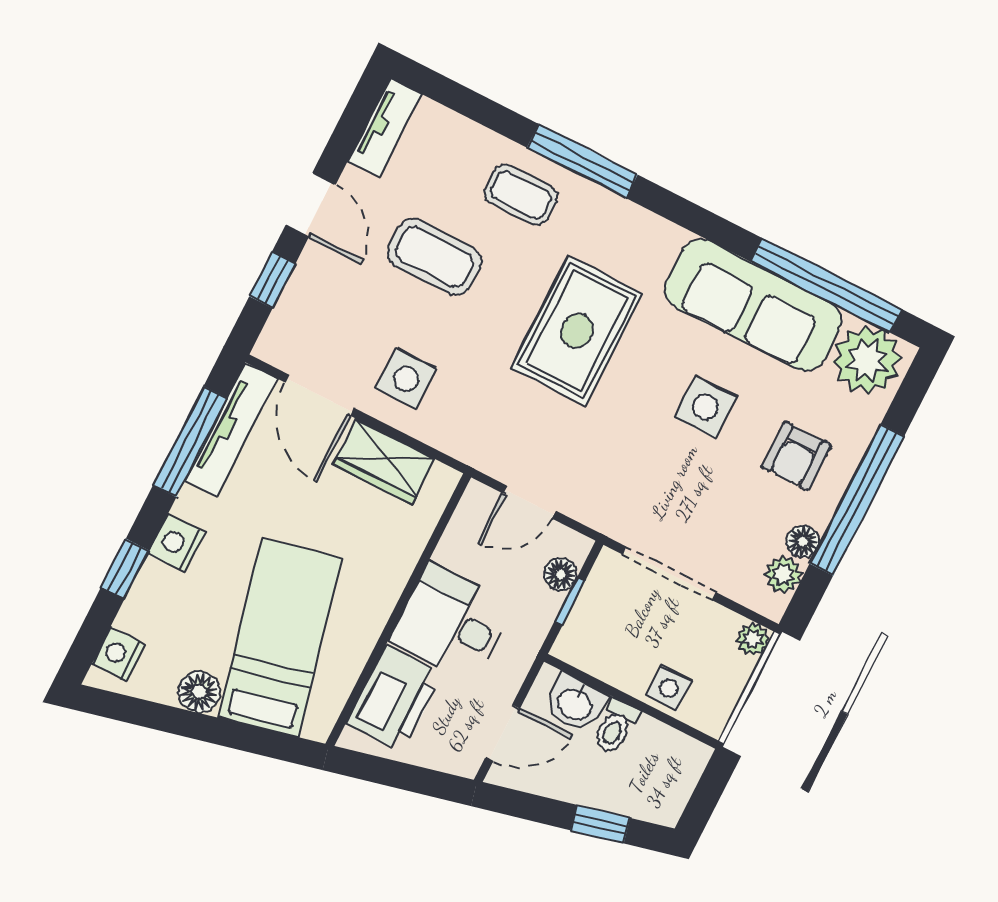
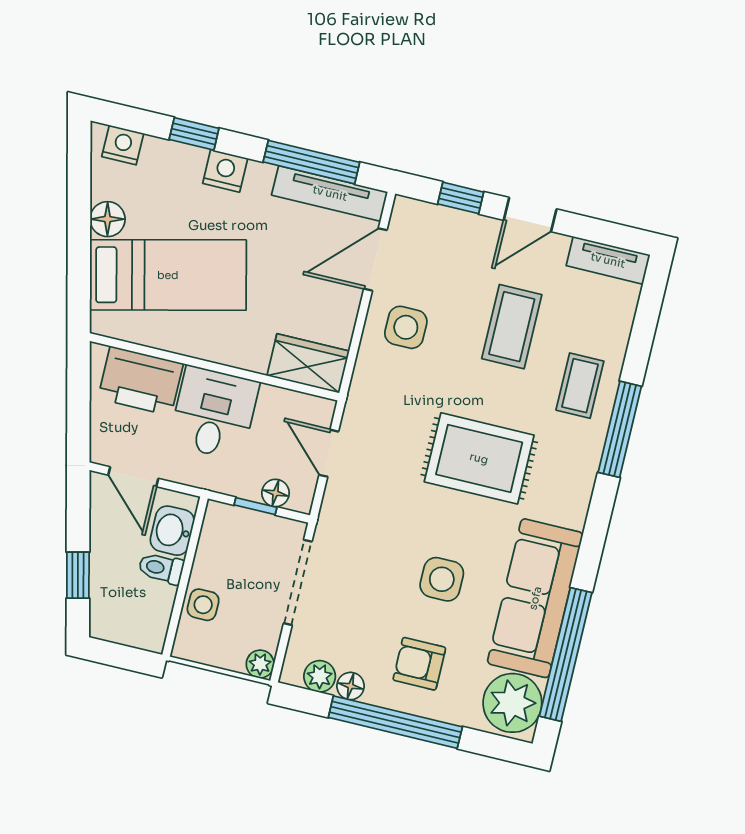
wardrobe: (384, 462) -> (308, 363), moved, turned 90

